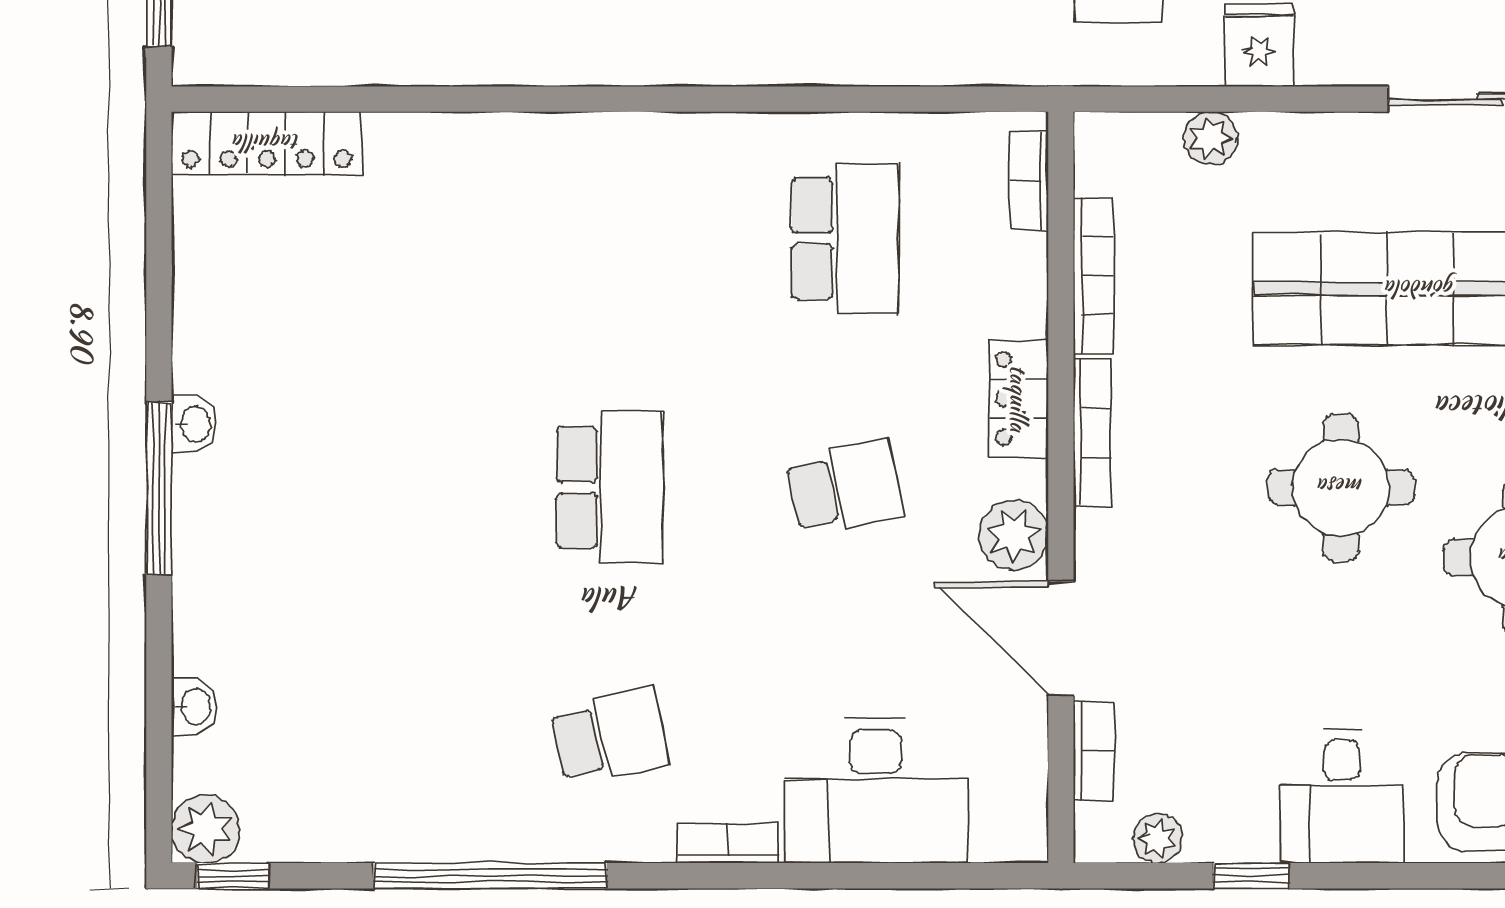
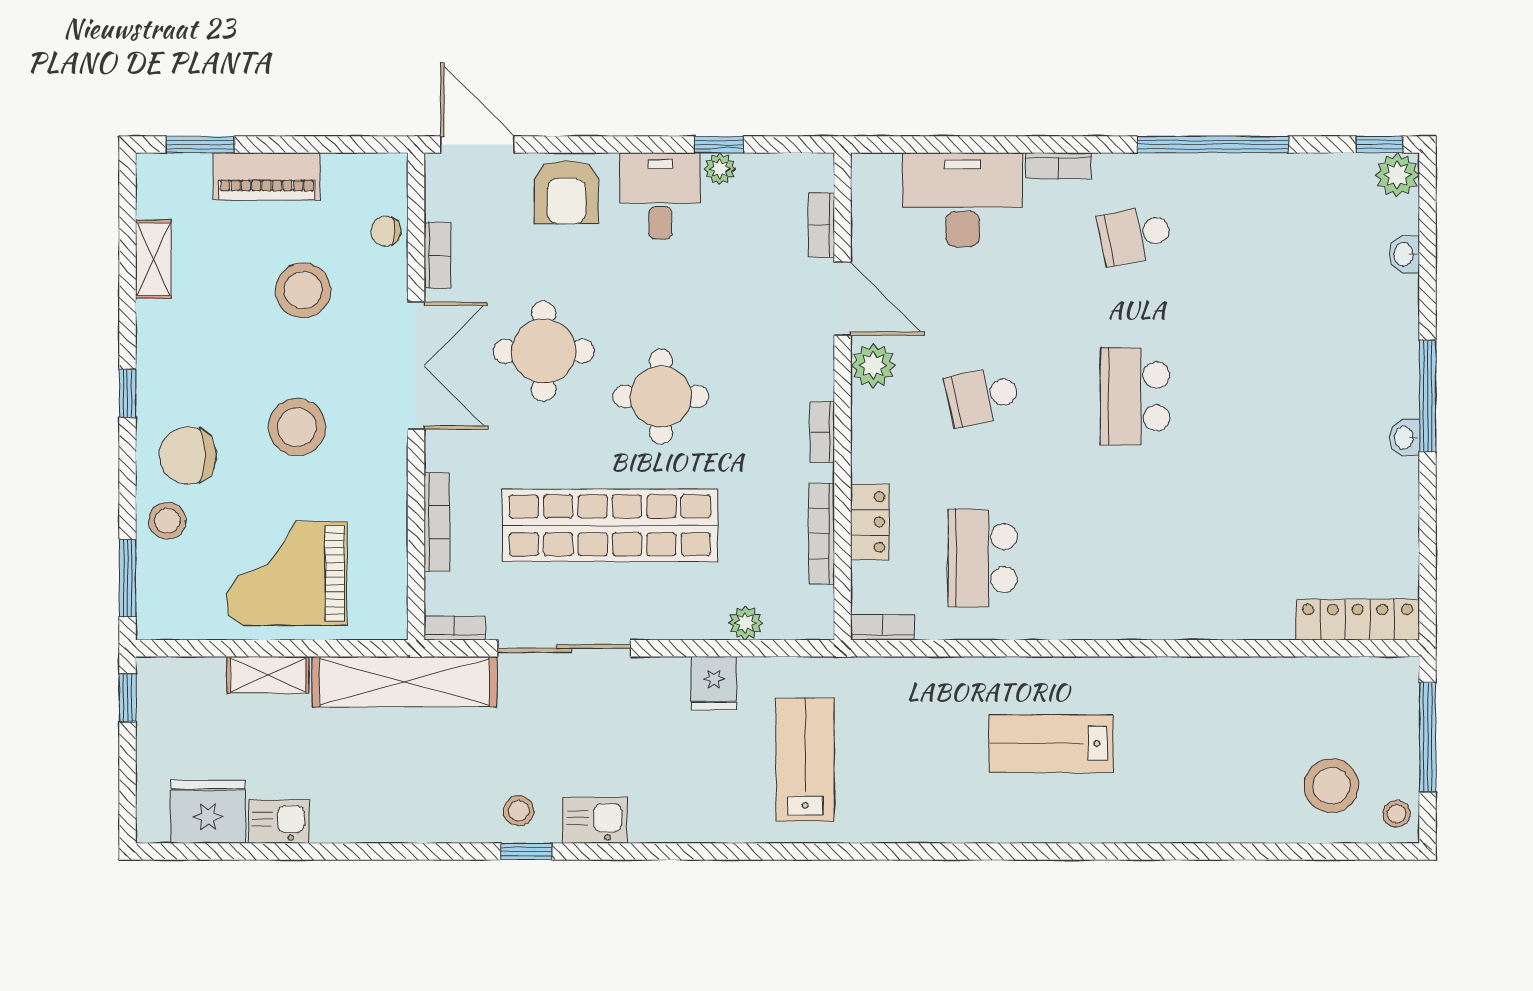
bookcase: (1029, 181) -> (883, 627), moved, turned -90
locker: (1019, 398) -> (870, 522), moved
bookcase: (1092, 433) -> (822, 432), width x0.64
plant: (1157, 838) -> (720, 169), moved

